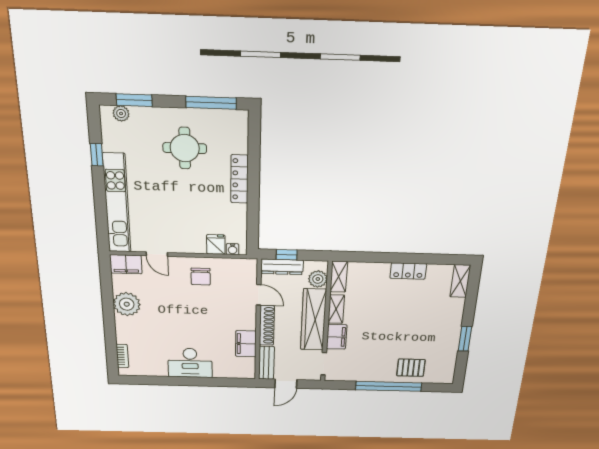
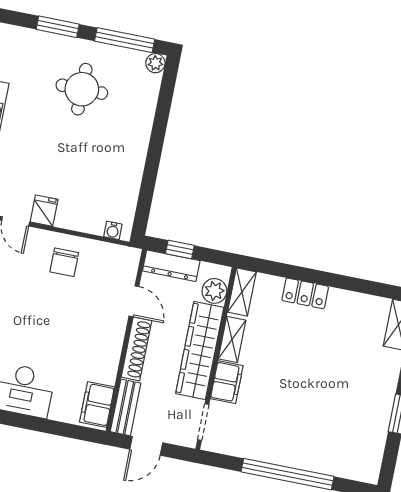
window: (134, 100) -> (58, 27), moved
plant: (121, 113) -> (155, 63), moved
locker: (239, 179) -> (140, 139), removed
fridge: (216, 244) -> (44, 211), moved
locker: (408, 271) -> (305, 293), moved
filing cabinet: (246, 344) -> (97, 404), moved
pallet: (411, 368) -> (321, 449), removed

